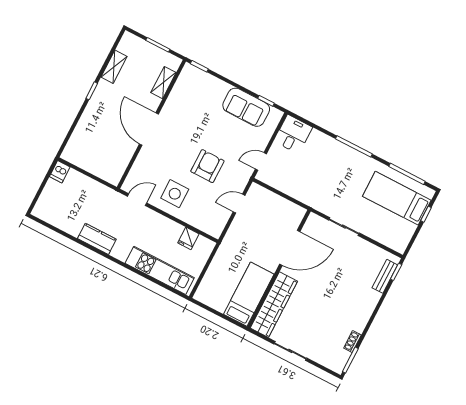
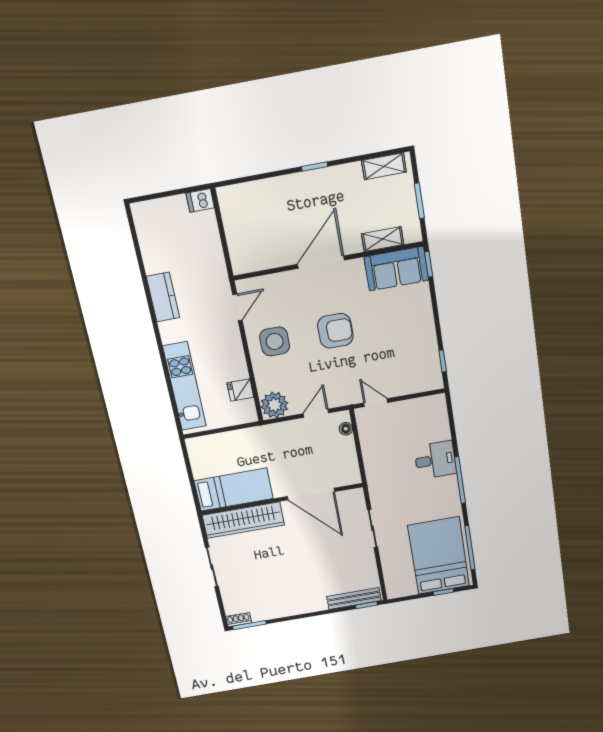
shelving: (114, 67) -> (384, 166), moved
sofa: (246, 107) -> (396, 269), moved, turned -90
desk: (293, 134) -> (435, 460), moved
armchair: (207, 166) -> (335, 331), moved
floor lamp: (263, 193) -> (346, 429), added
bed: (397, 198) -> (439, 556), width x1.50
door: (137, 200) -> (237, 307), hinge flipped
door: (239, 204) -> (316, 413), hinge flipped
plant: (214, 225) -> (274, 405), added
bench: (385, 276) -> (354, 599), width x1.36
shoe rack: (352, 342) -> (239, 620), moved

